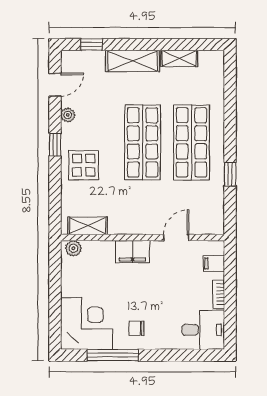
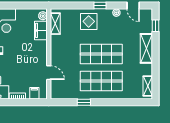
shelving: (179, 58) -> (148, 86), moved
filing cabinet: (132, 252) -> (41, 30), moved

